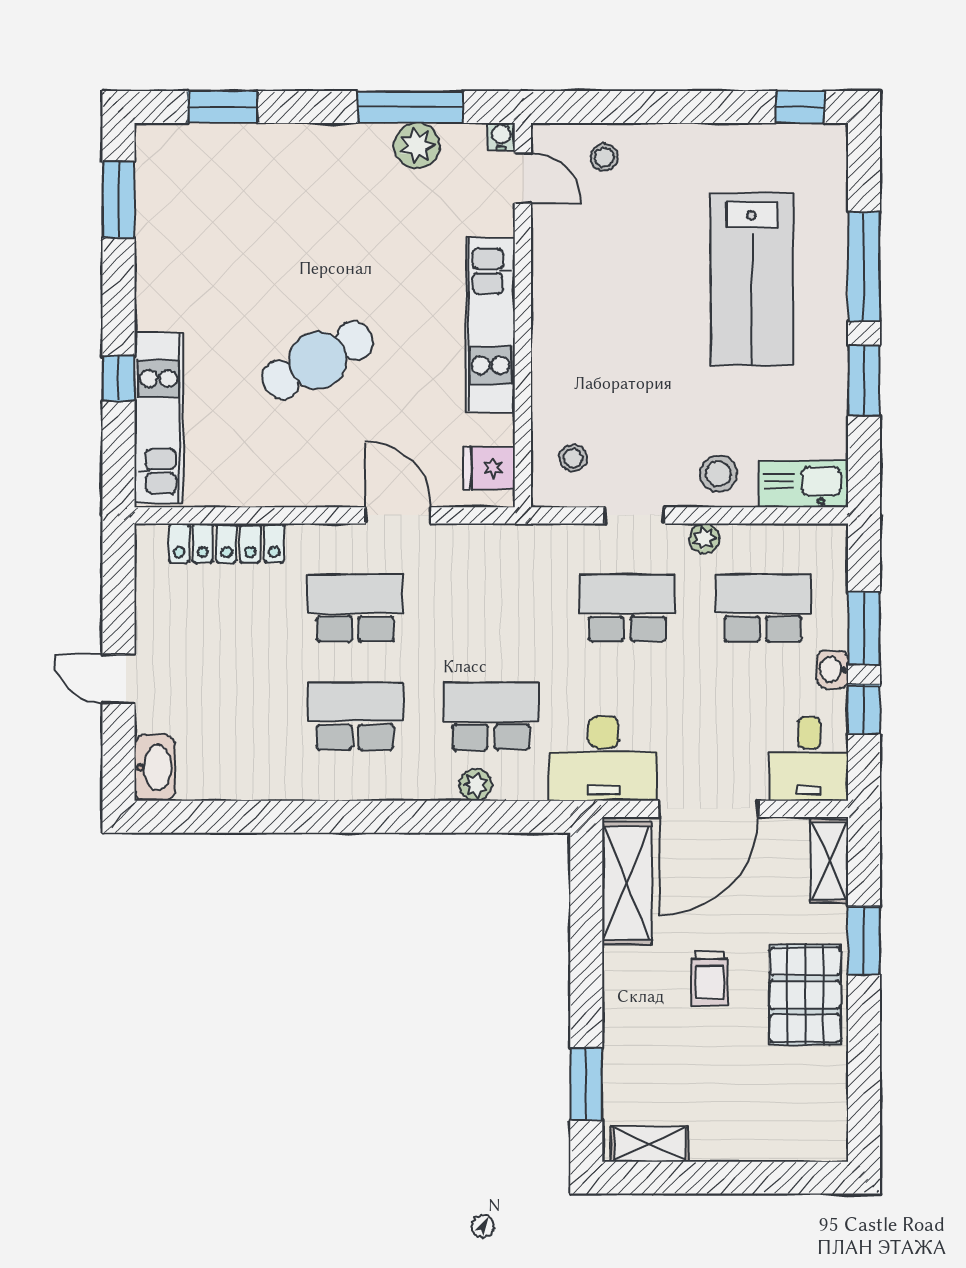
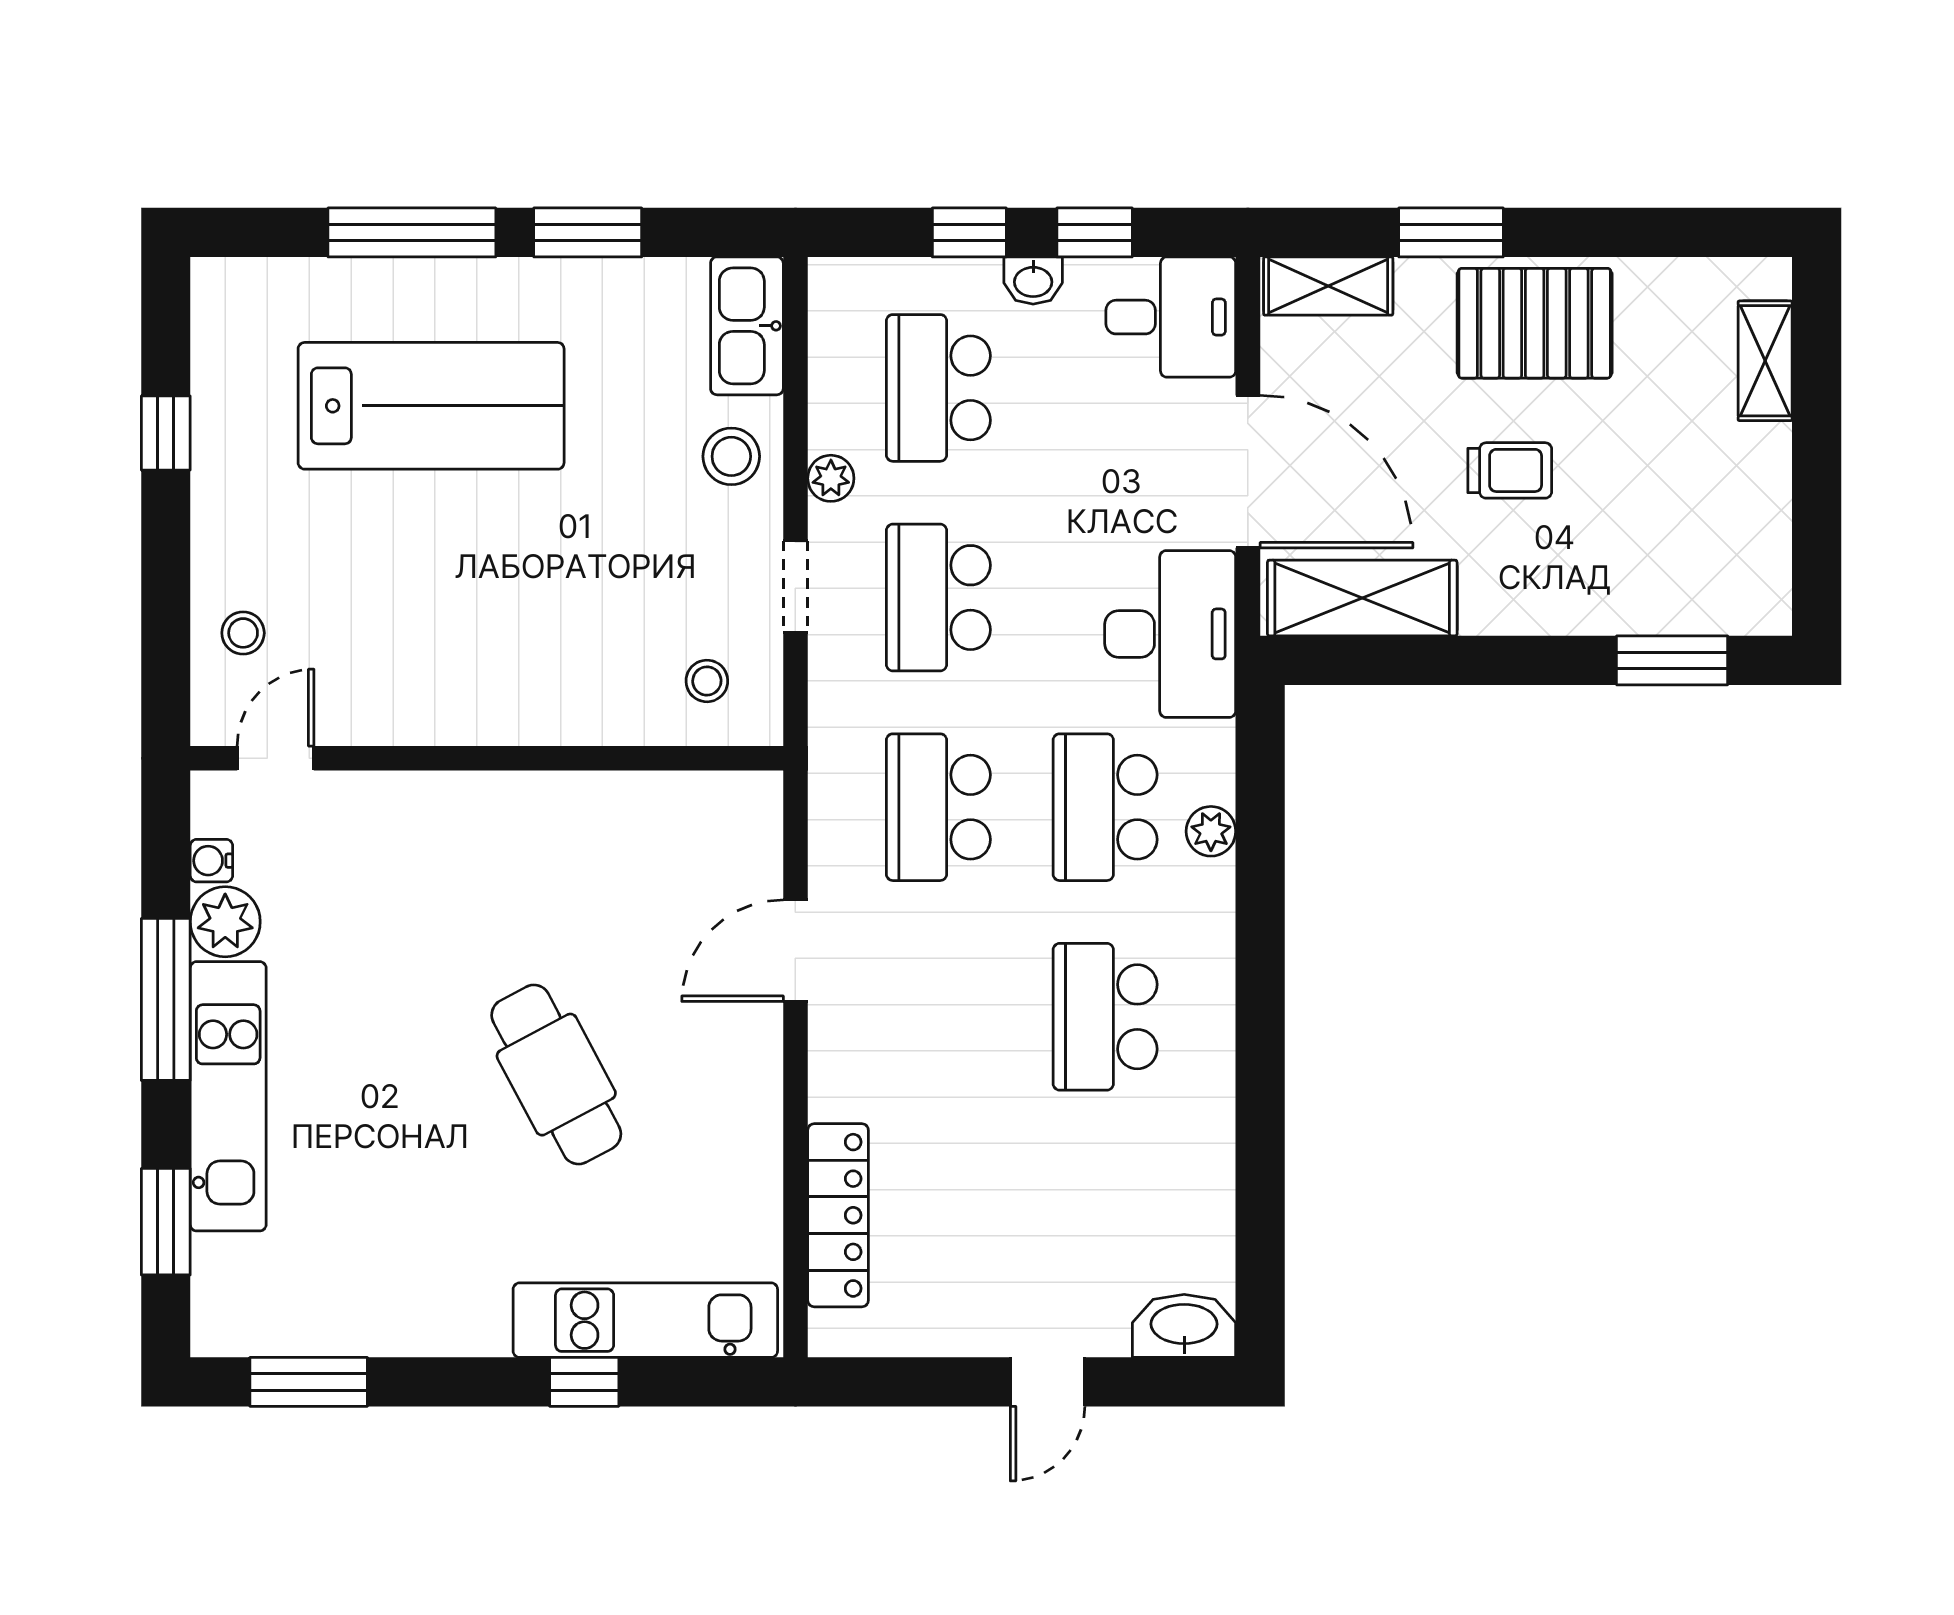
window: (410, 107) -> (166, 999), moved
window: (800, 107) -> (166, 433), moved
water cooler: (501, 137) -> (211, 861), moved
kitchen unit: (490, 325) -> (228, 1096), moved, turned -90
fridge: (489, 468) -> (722, 810), removed
school desk: (355, 608) -> (938, 807), moved
window: (864, 628) -> (969, 232), width x0.67
shelving: (650, 1144) -> (1765, 361), moved

